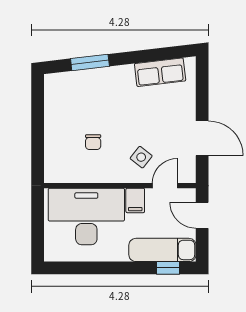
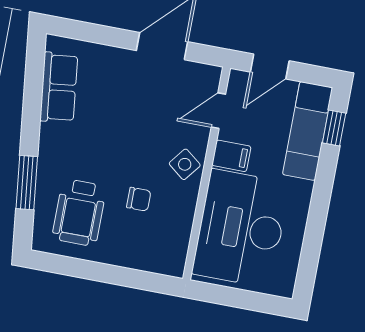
wheelchair: (76, 103) -> (79, 213), added
side table: (141, 157) -> (185, 164), moved
door: (165, 186) -> (218, 111), hinge flipped

